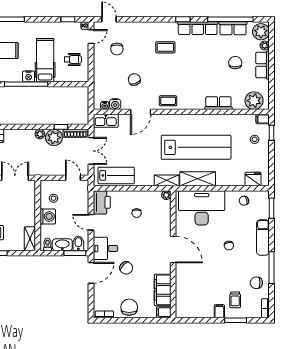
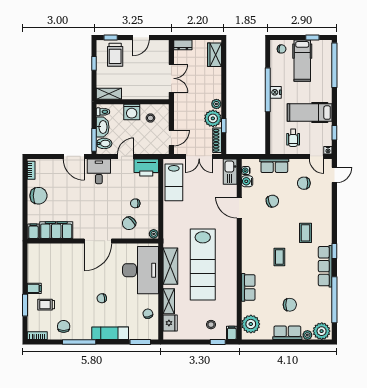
row of seats: (233, 28) -> (274, 166), moved, turned -90
hospital bed: (45, 60) -> (310, 113), moved, turned 180
coffee table: (168, 101) -> (279, 257), moved
shelving: (167, 180) -> (169, 301), moved
chair: (126, 268) -> (129, 223), moved

